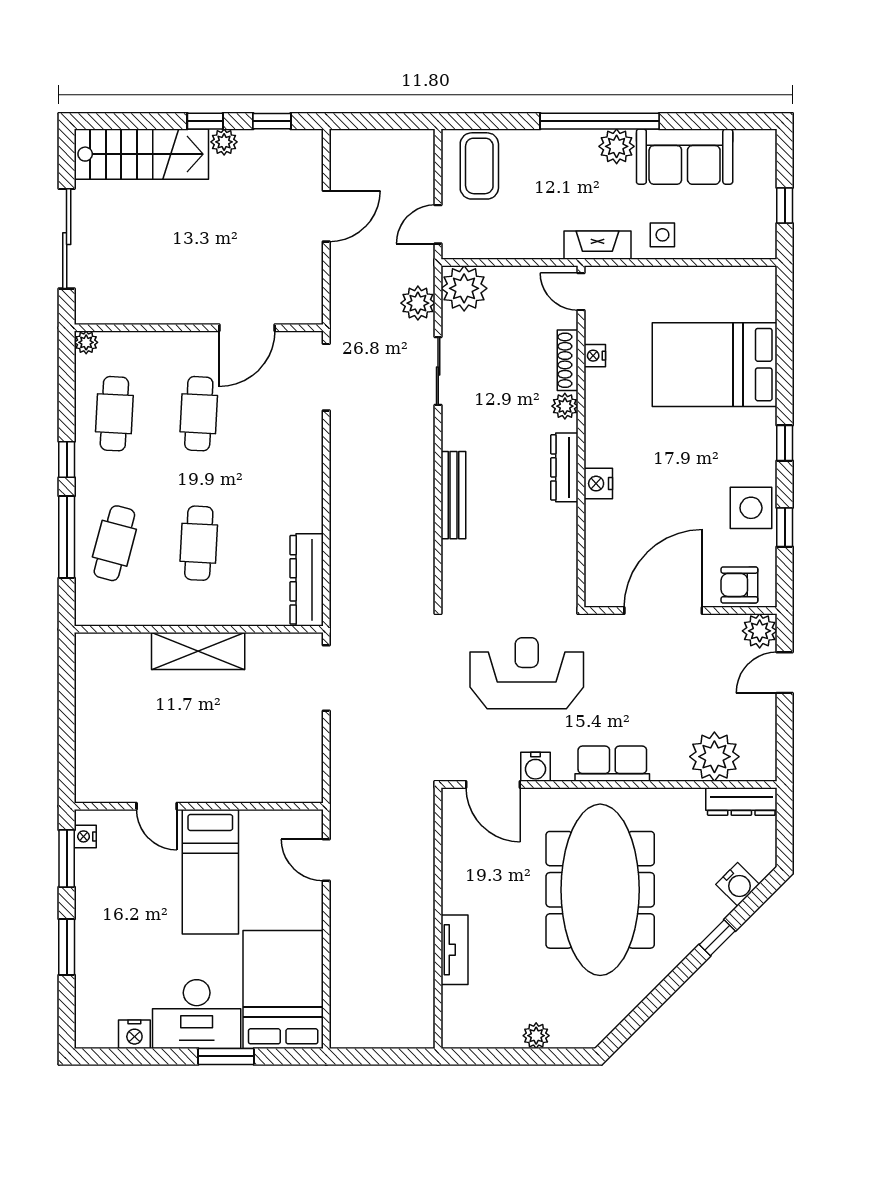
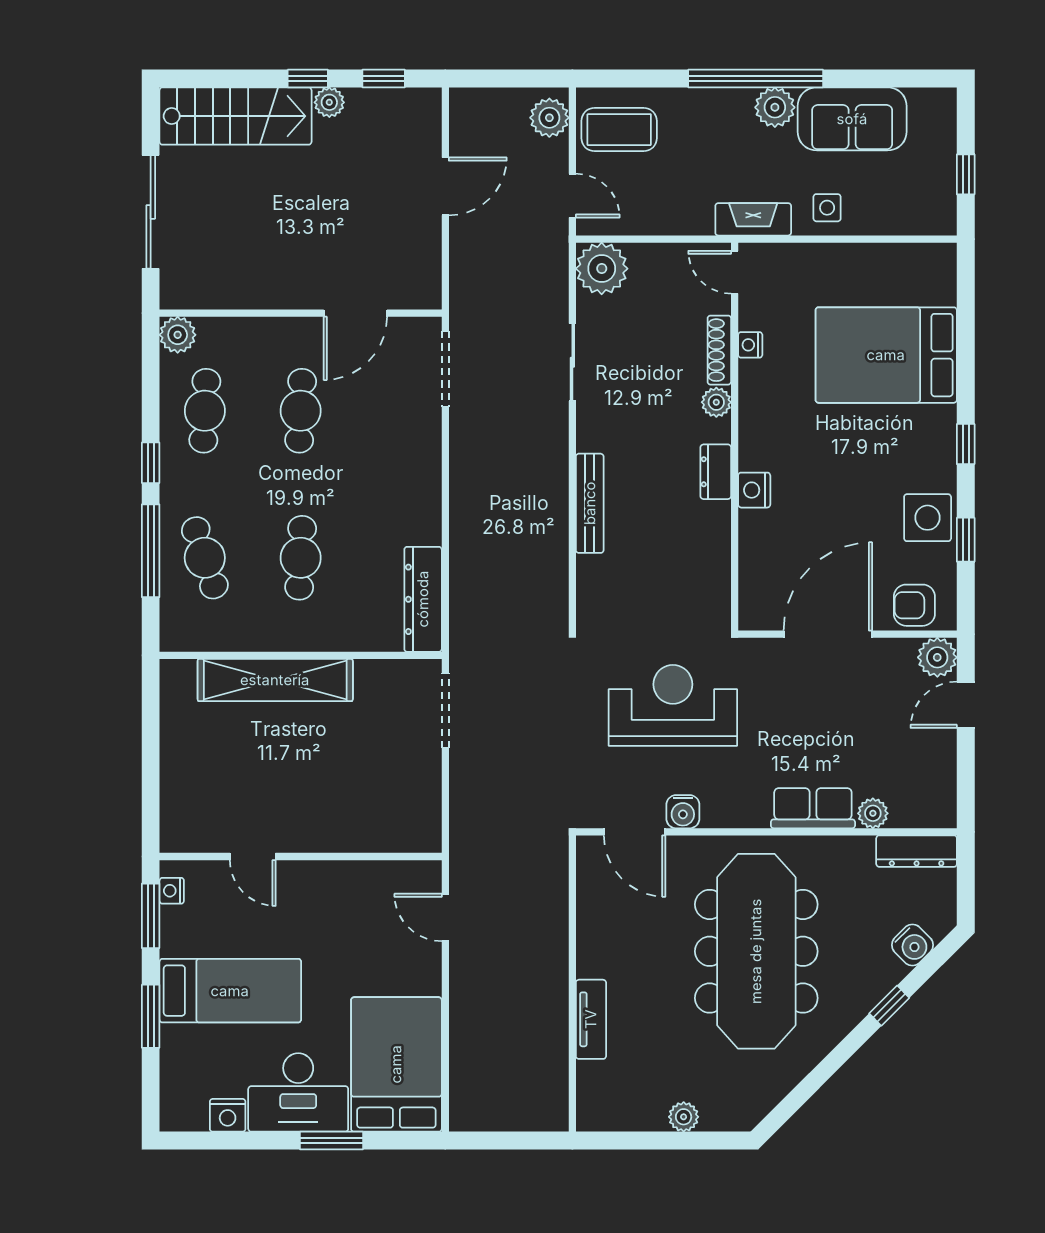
coffee table: (479, 166) -> (619, 130), turned 90
door: (438, 224) -> (572, 196), swing flipped
plant: (418, 303) -> (549, 118), moved
plant: (86, 342) -> (178, 335), width x1.38, depth x1.38
dresser: (564, 467) -> (716, 472), width x0.70
cafe table: (114, 543) -> (205, 558), turned -33
shelving: (198, 651) -> (275, 680), width x1.47
plant: (714, 757) -> (873, 813), width x0.53, depth x0.53
row of seats: (612, 764) -> (813, 808), moved
bed: (210, 872) -> (230, 991), moved, turned -90

